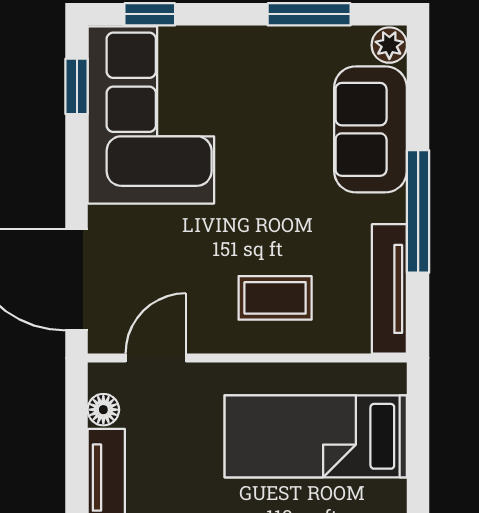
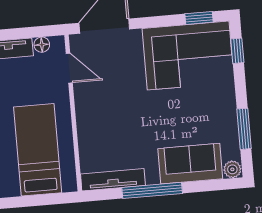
coffee table: (275, 298) -> (104, 124), removed

